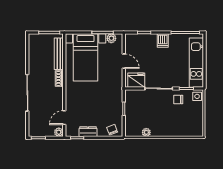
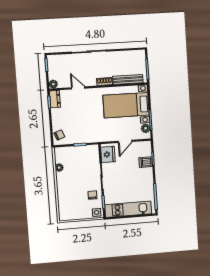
dishwasher: (163, 40) -> (146, 162), moved
door: (64, 118) -> (78, 88), moved
dresser: (88, 132) -> (55, 99), moved

